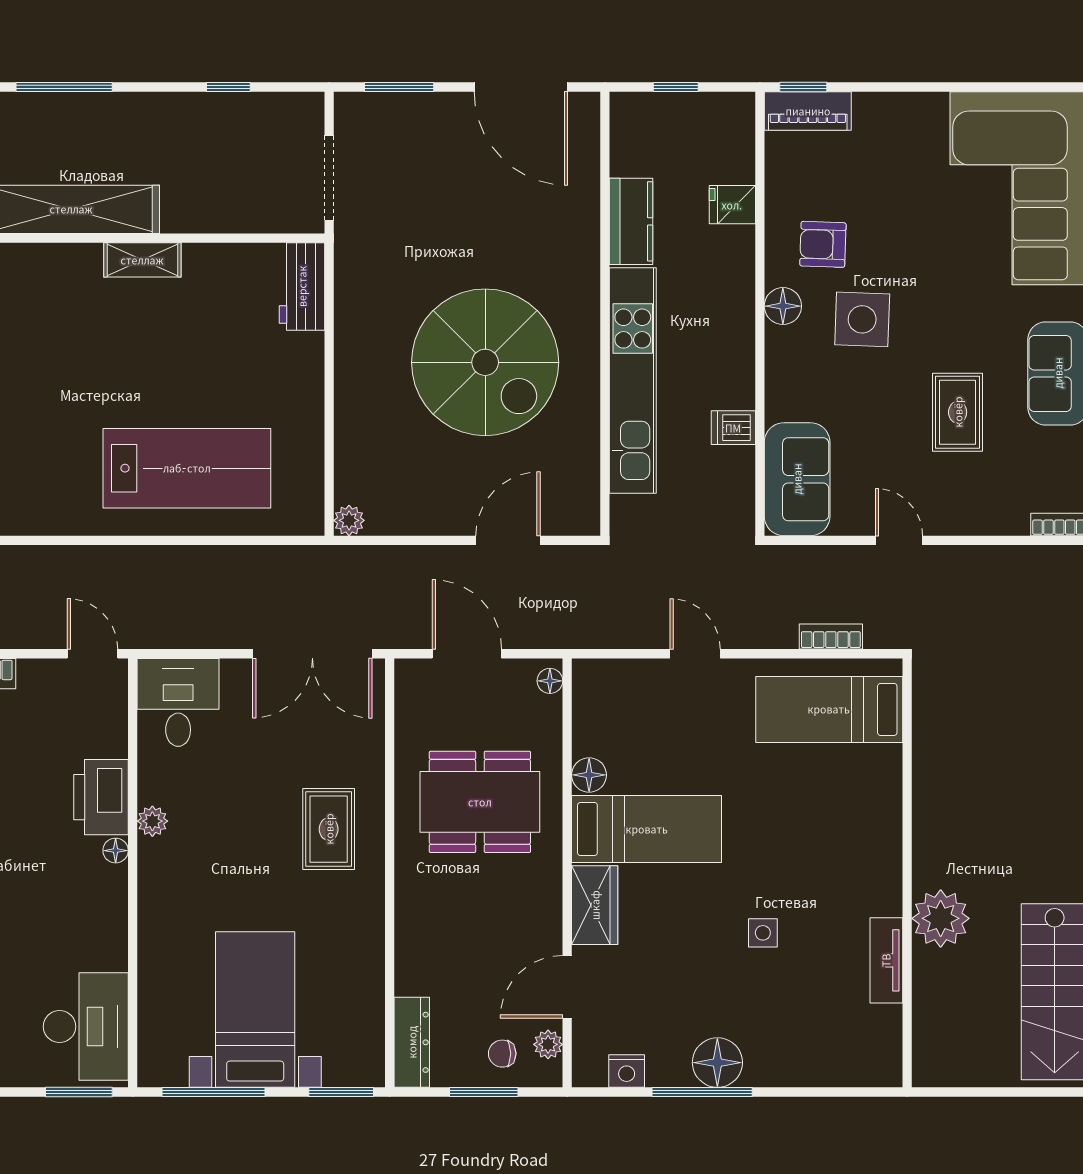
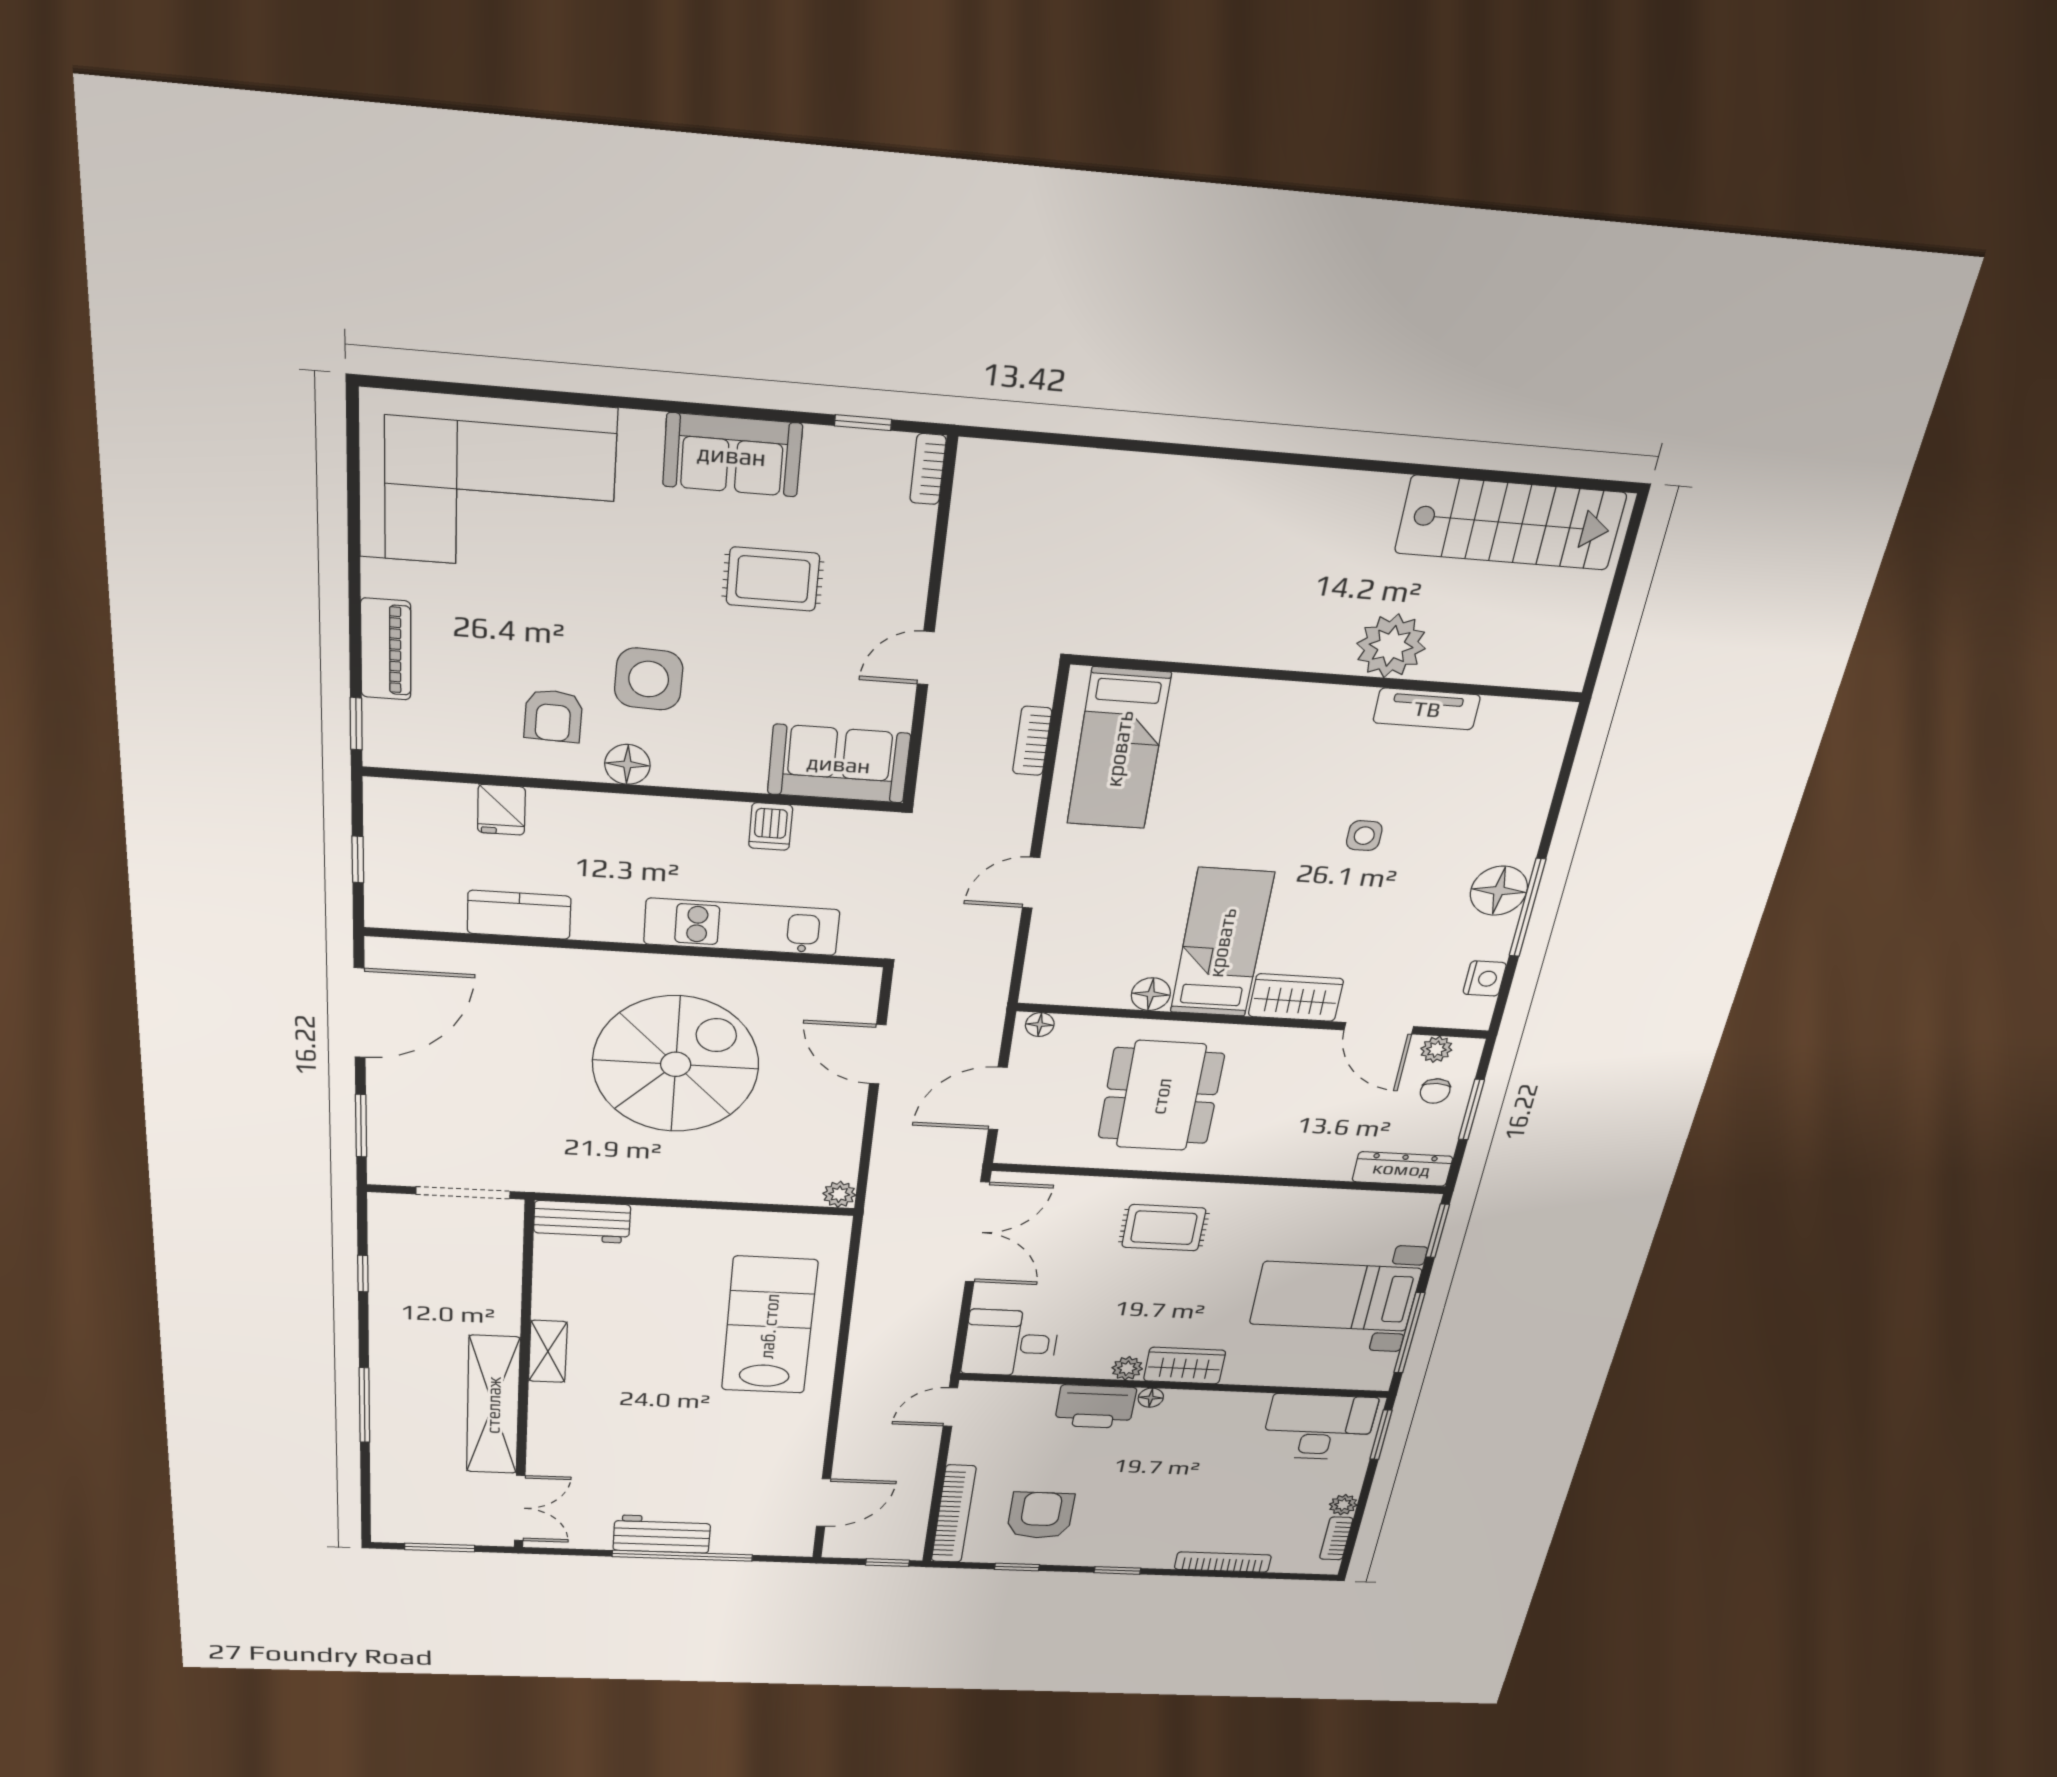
piano: (808, 111) -> (386, 649), moved
kitchen unit: (633, 380) -> (742, 927), width x0.73
wardrobe: (159, 877) -> (1185, 1366), added

